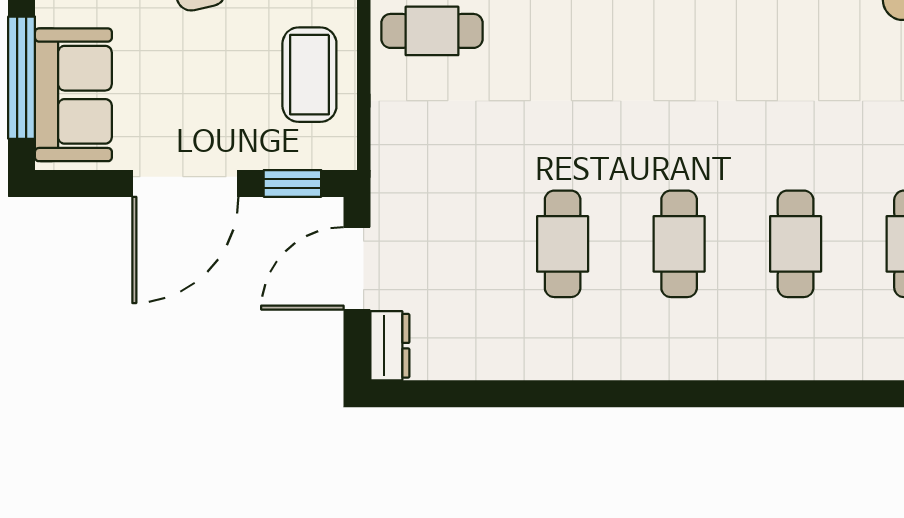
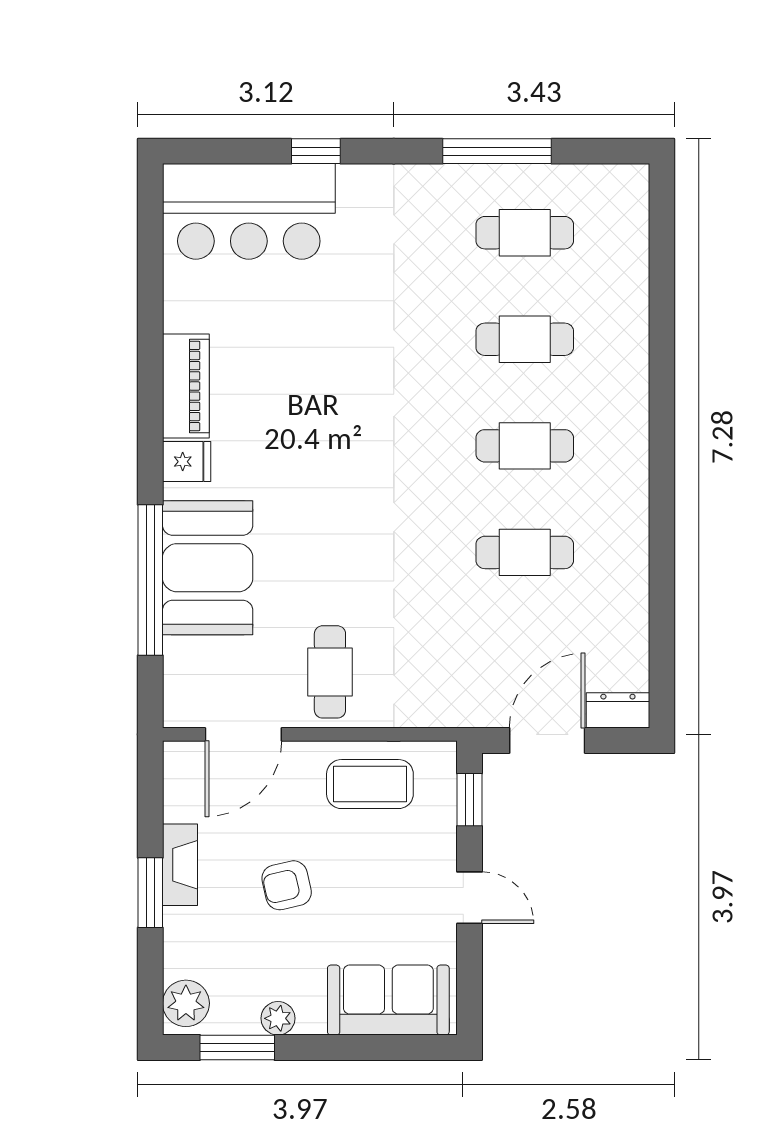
window: (22, 78) -> (373, 1047), removed
door: (185, 183) -> (469, 898), width x0.53
door: (357, 268) -> (547, 741), swing flipped

